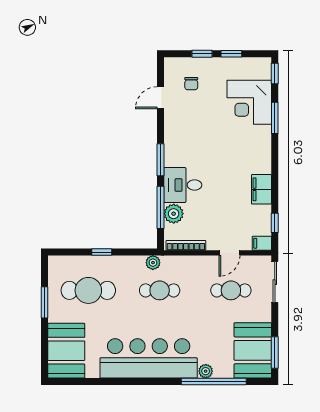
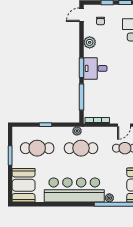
door: (160, 98) -> (82, 15), moved
desk: (183, 185) -> (95, 68), moved
plant: (174, 214) -> (90, 42), moved
cafe table: (160, 290) -> (81, 148), width x1.37, depth x1.35

